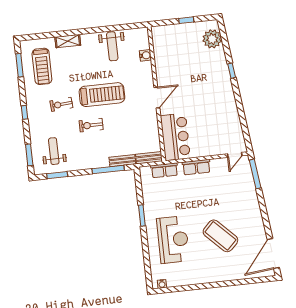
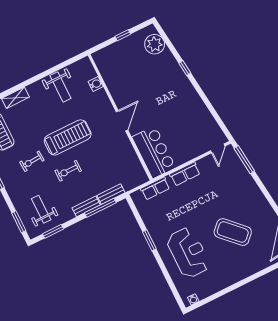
bench: (149, 158) -> (86, 206), moved

